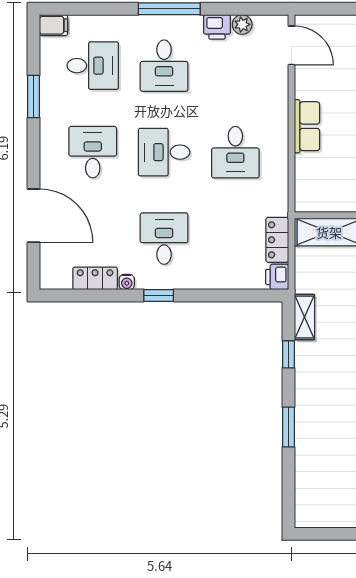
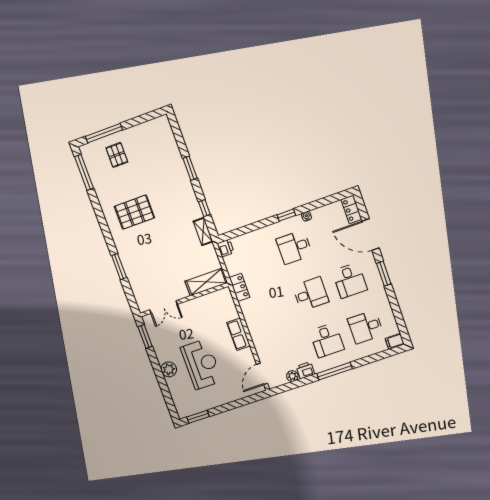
door: (291, 45) -> (262, 374), hinge flipped
desk: (164, 66) -> (327, 340), turned 180
window: (34, 96) -> (384, 274), moved
desk: (235, 152) -> (272, 307), removed
desk: (164, 239) -> (294, 247), turned 90
locker: (277, 240) -> (240, 287), moved
locker: (95, 278) -> (351, 209), moved, turned 90

